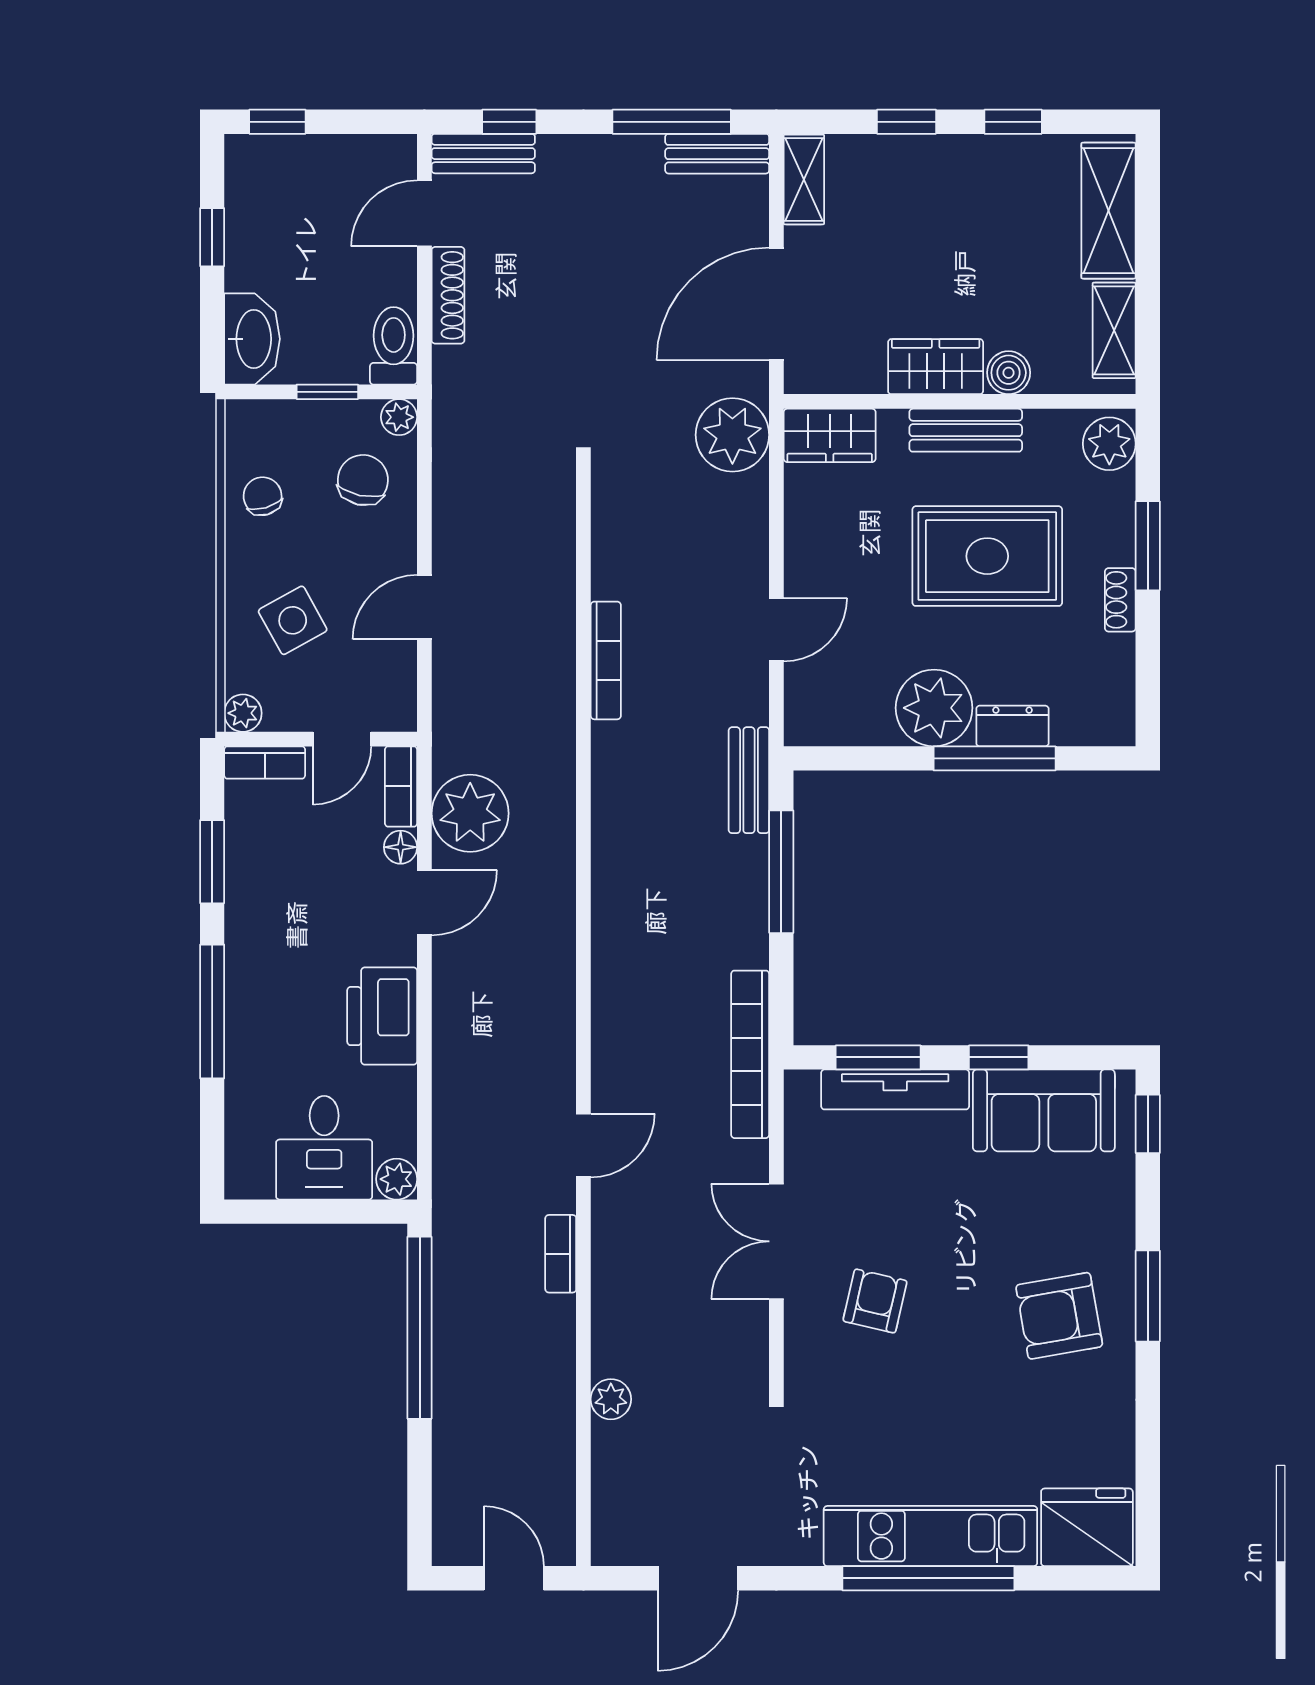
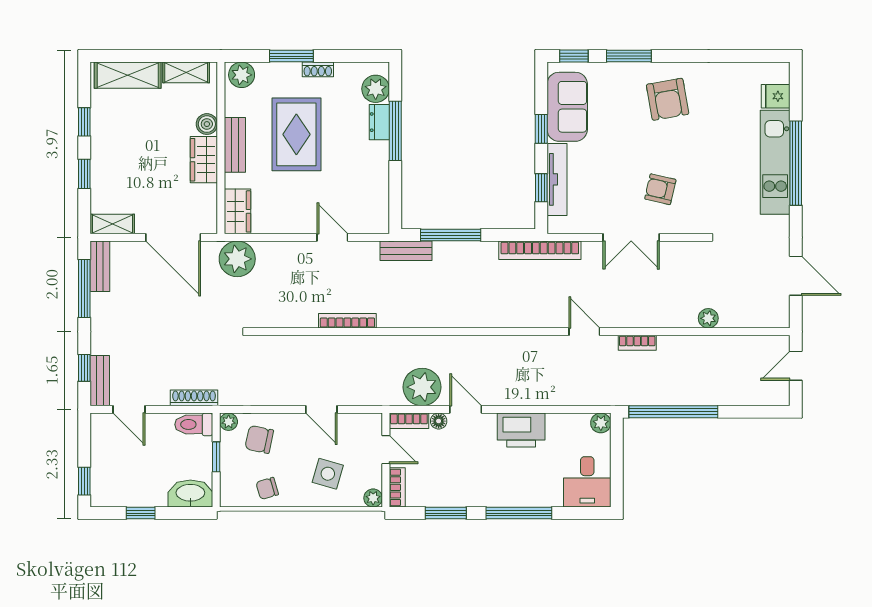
shoe rack: (448, 295) -> (194, 398), moved
side table: (293, 620) -> (328, 474), turned 45
plant: (934, 708) -> (376, 89), moved, width x0.73, depth x0.73
window: (878, 1057) -> (541, 188), width x0.67
desk: (324, 1148) -> (587, 482), moved, turned 90
window: (1148, 1296) -> (629, 56), moved
fridge: (1087, 1527) -> (776, 96), width x0.53, depth x0.75

